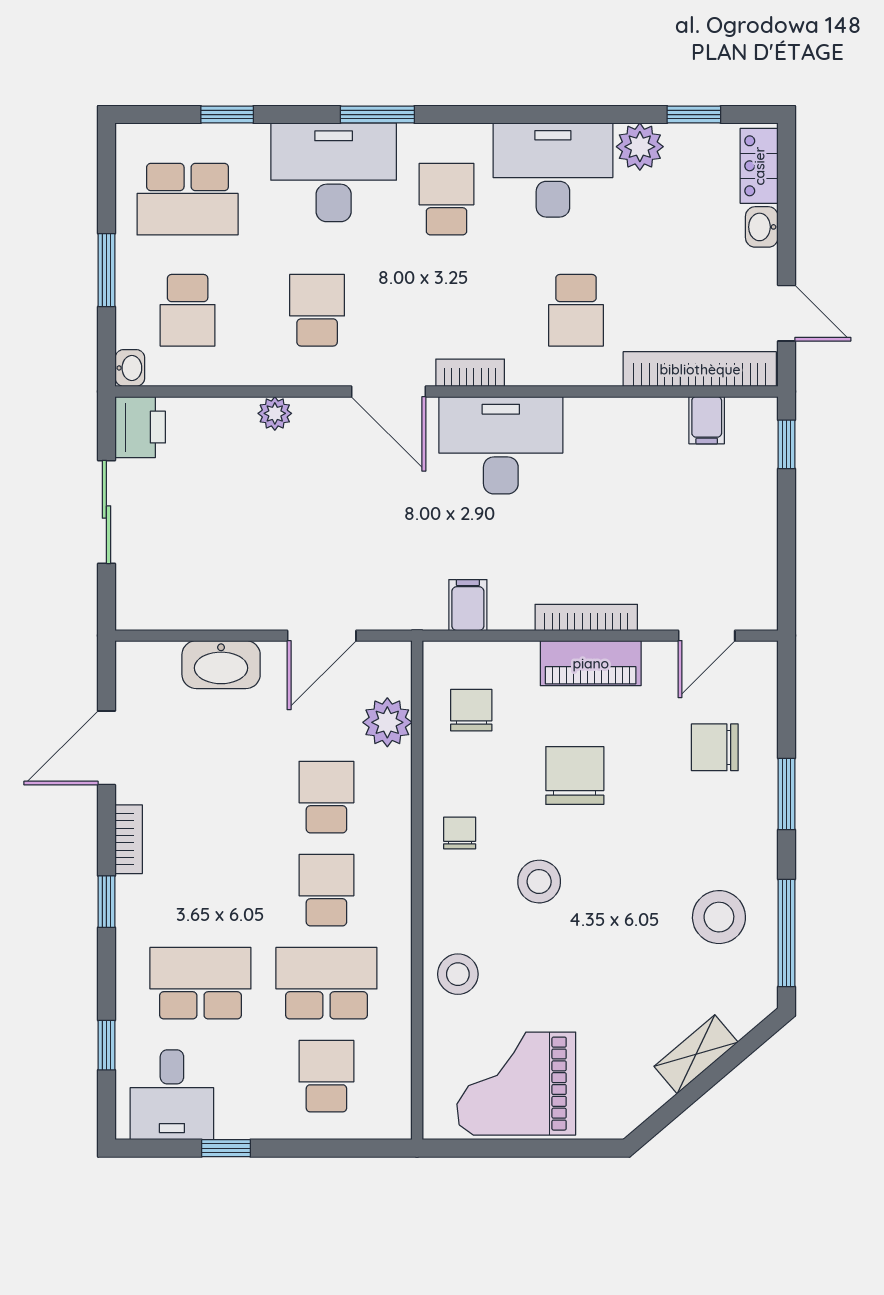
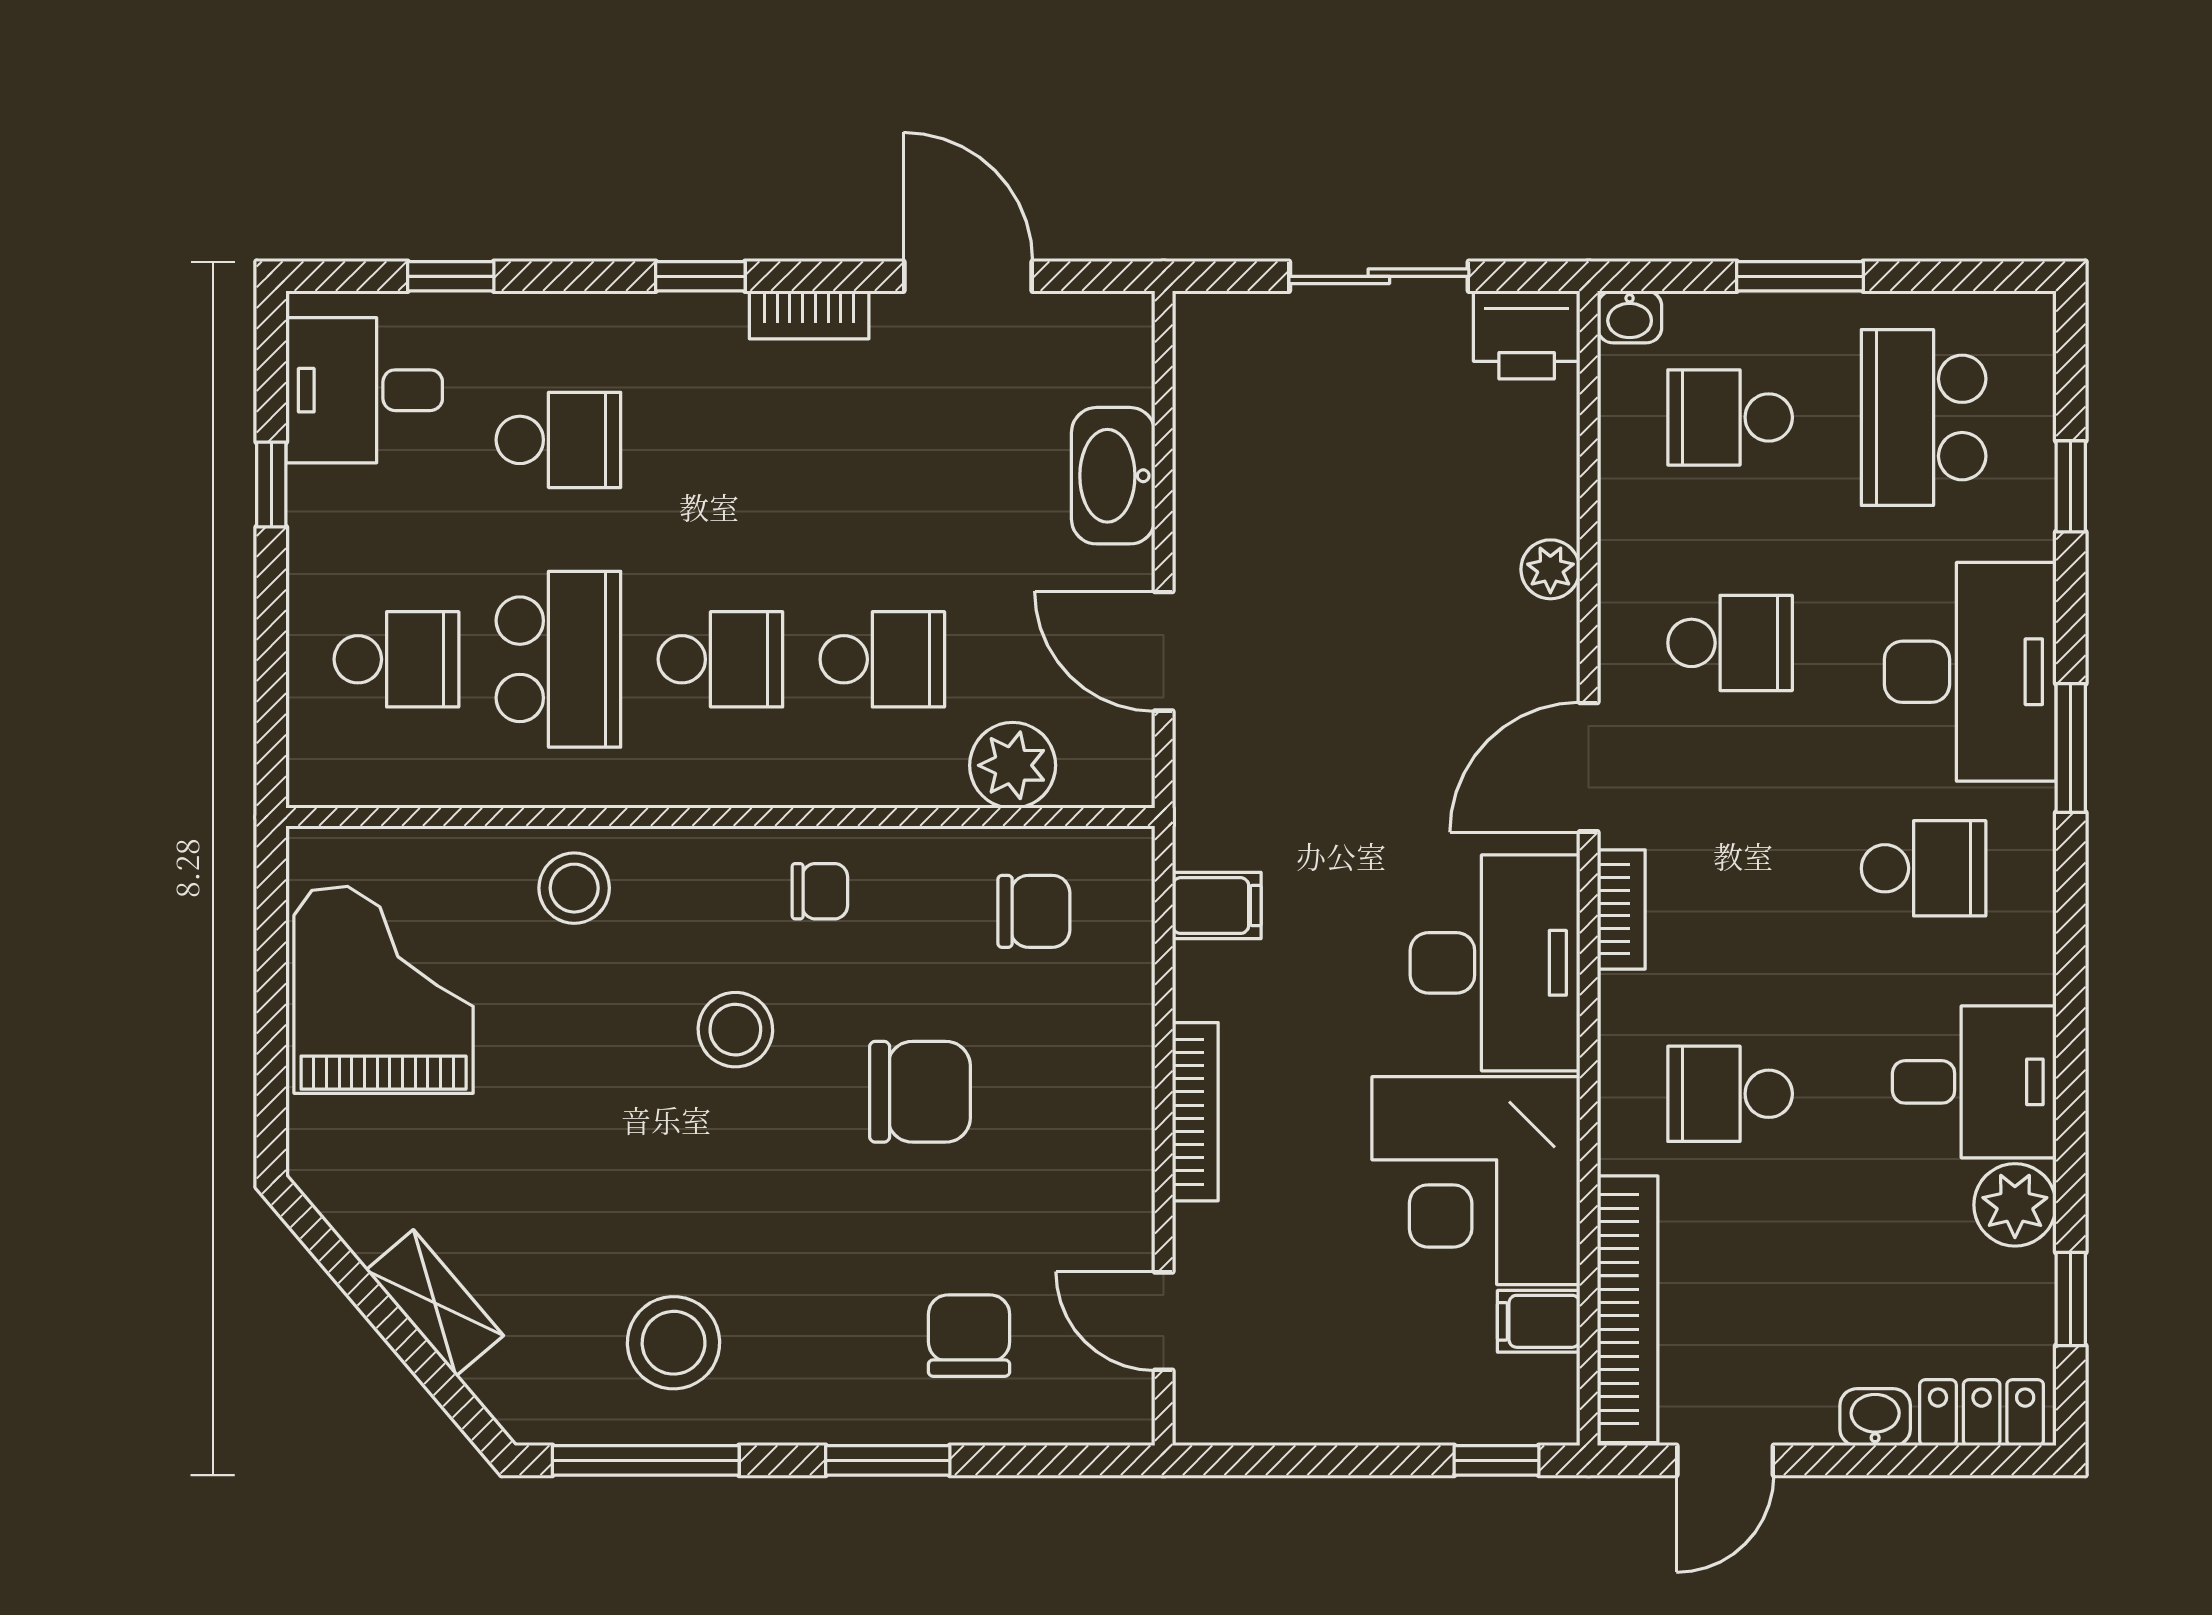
desk: (553, 170) -> (1974, 1082), width x0.73
corner desk: (626, 456) -> (1476, 1181), added
piano: (591, 663) -> (1116, 1119), removed
school desk: (200, 983) -> (558, 440), width x0.54

